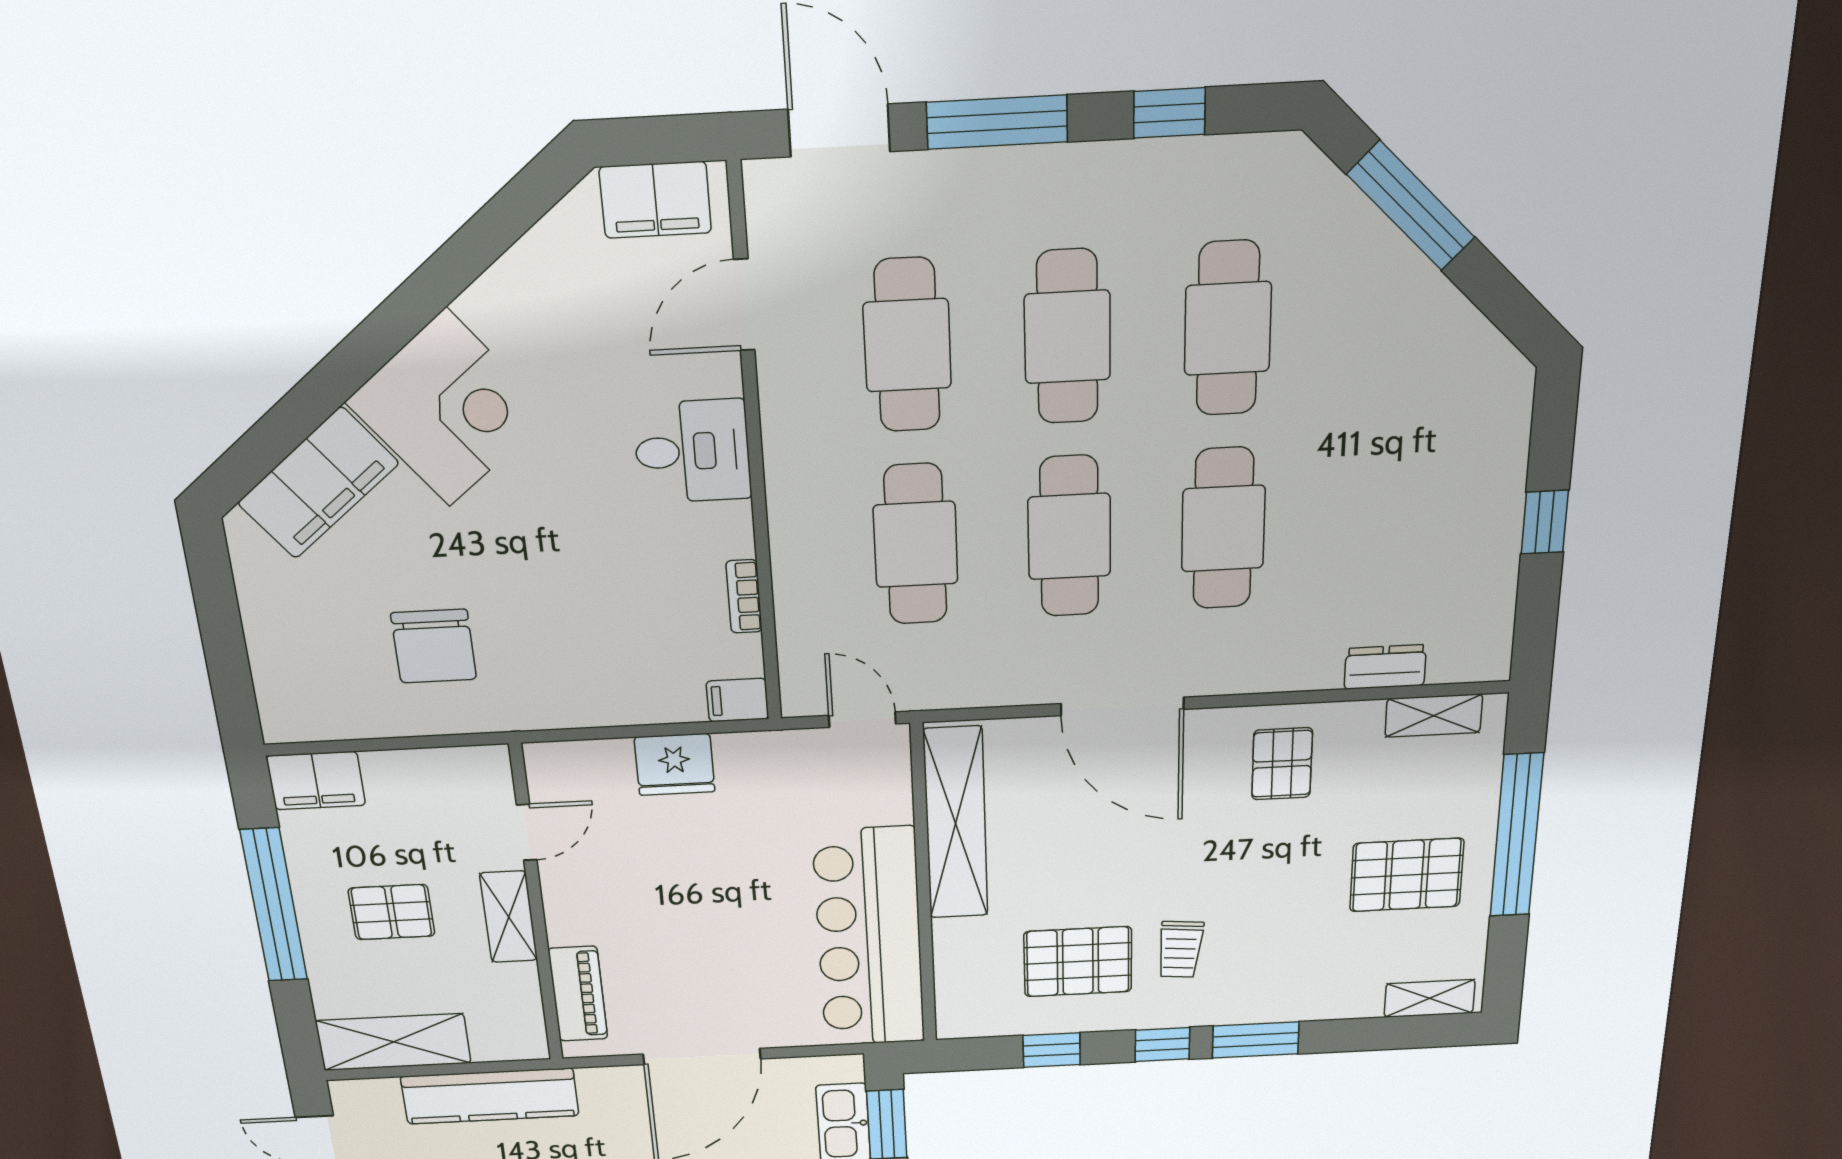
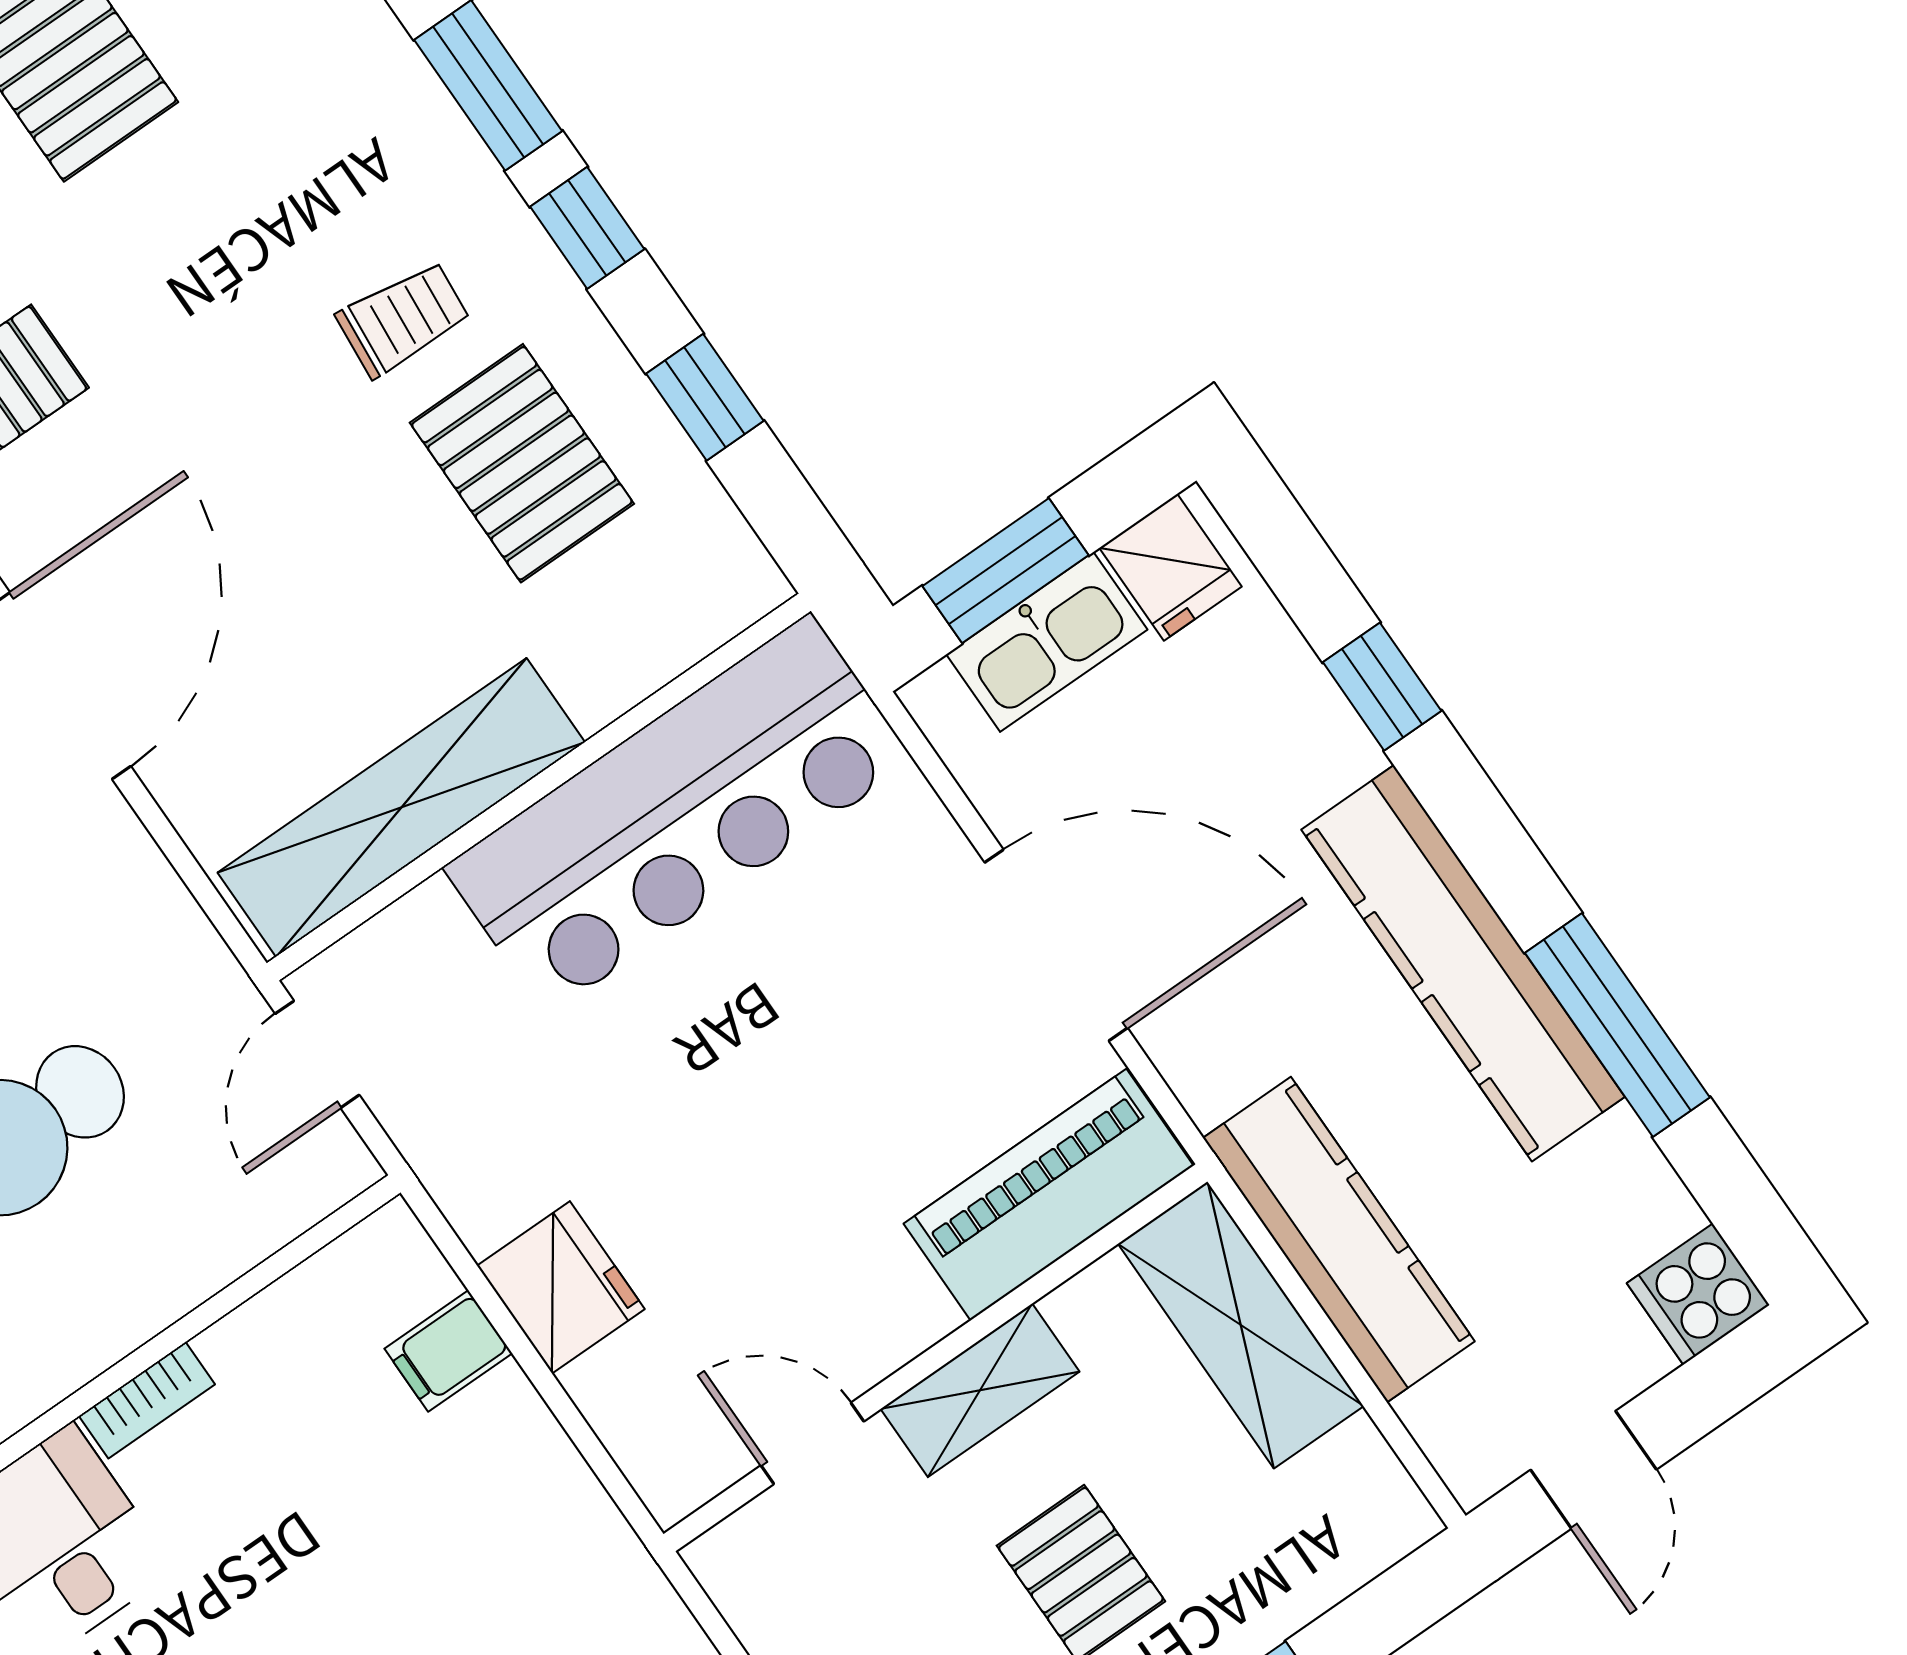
bookcase: (744, 596) -> (147, 1400), moved
filing cabinet: (737, 700) -> (448, 1351), moved, turned 90
piano: (578, 994) -> (1049, 1195), width x1.37, depth x1.33
shelving: (393, 1042) -> (1241, 1325), moved

